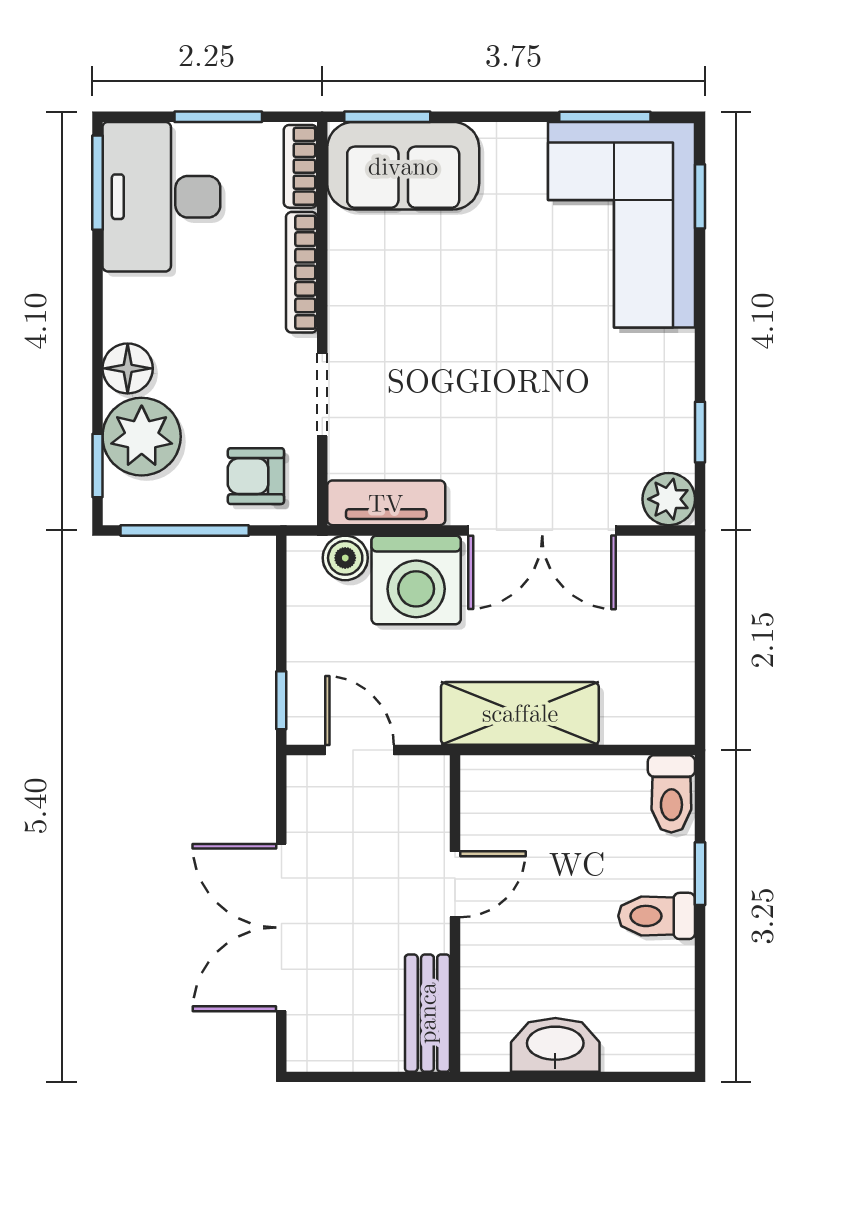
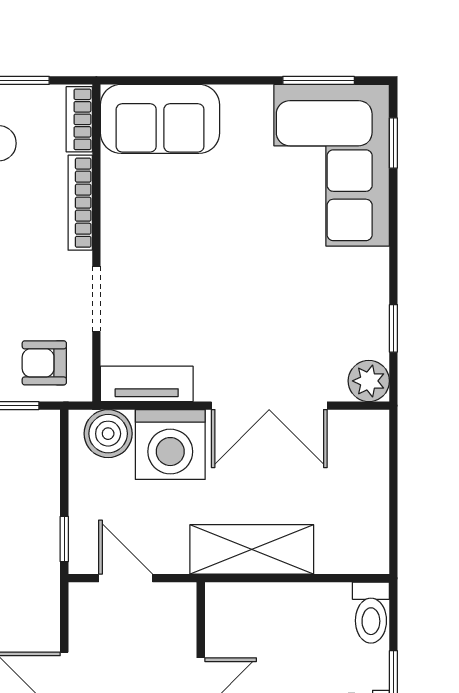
window: (387, 117) -> (147, 80), removed
boiler: (345, 558) -> (108, 434), width x1.36, depth x1.36

